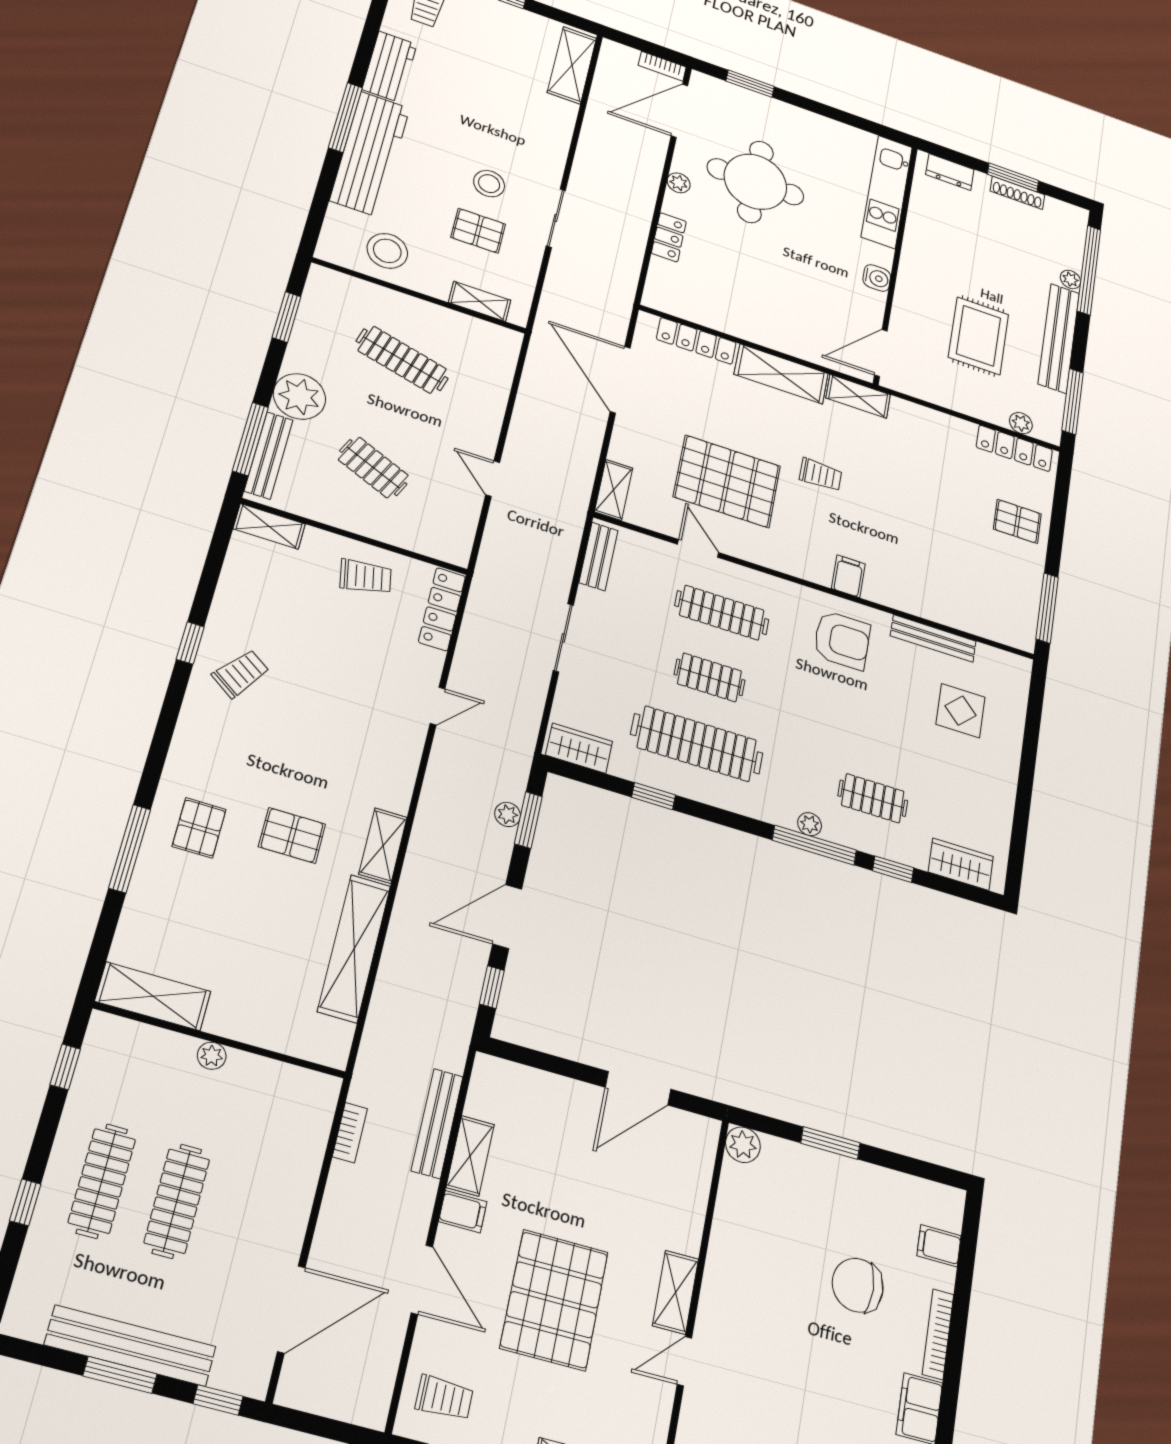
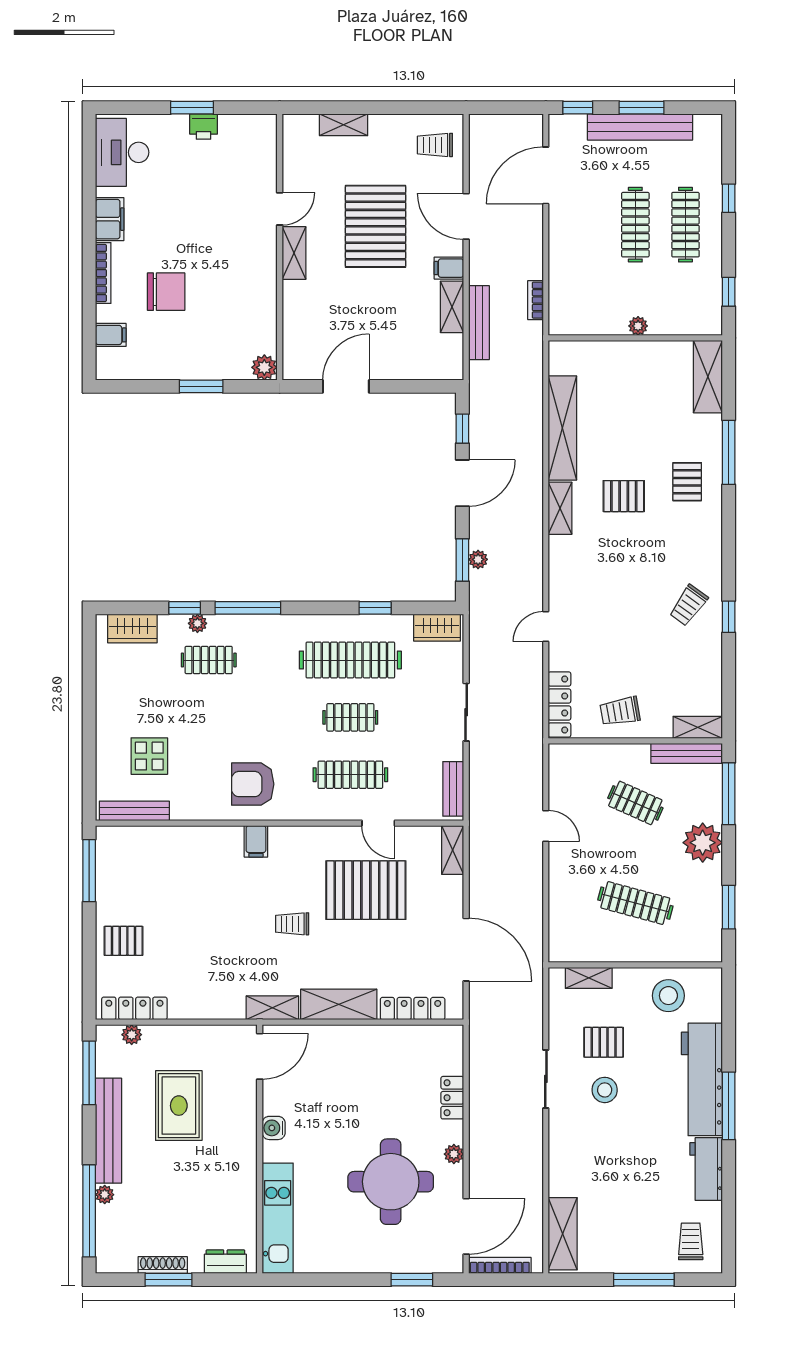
bookcase: (662, 66) -> (500, 1265), width x1.56
bench: (269, 455) -> (687, 753), moved, turned 90
bench: (933, 638) -> (134, 811), moved
plant: (810, 824) -> (197, 623), moved
shelving: (153, 996) -> (708, 377), moved, turned 90

